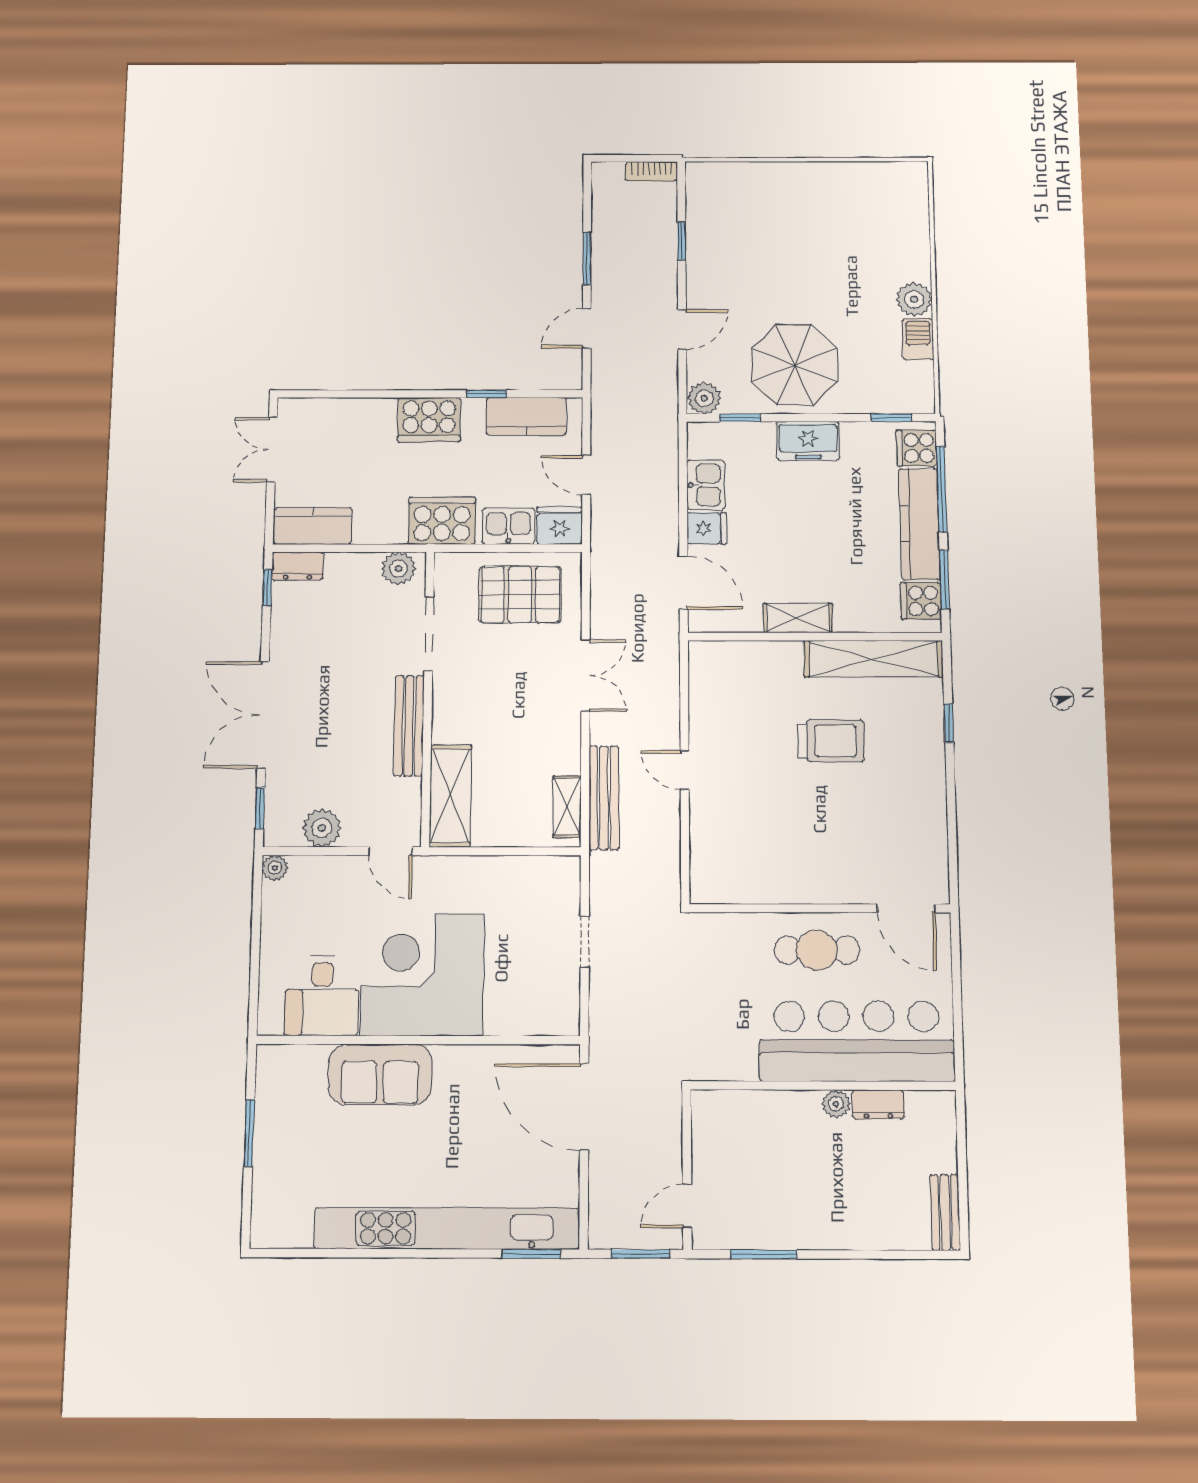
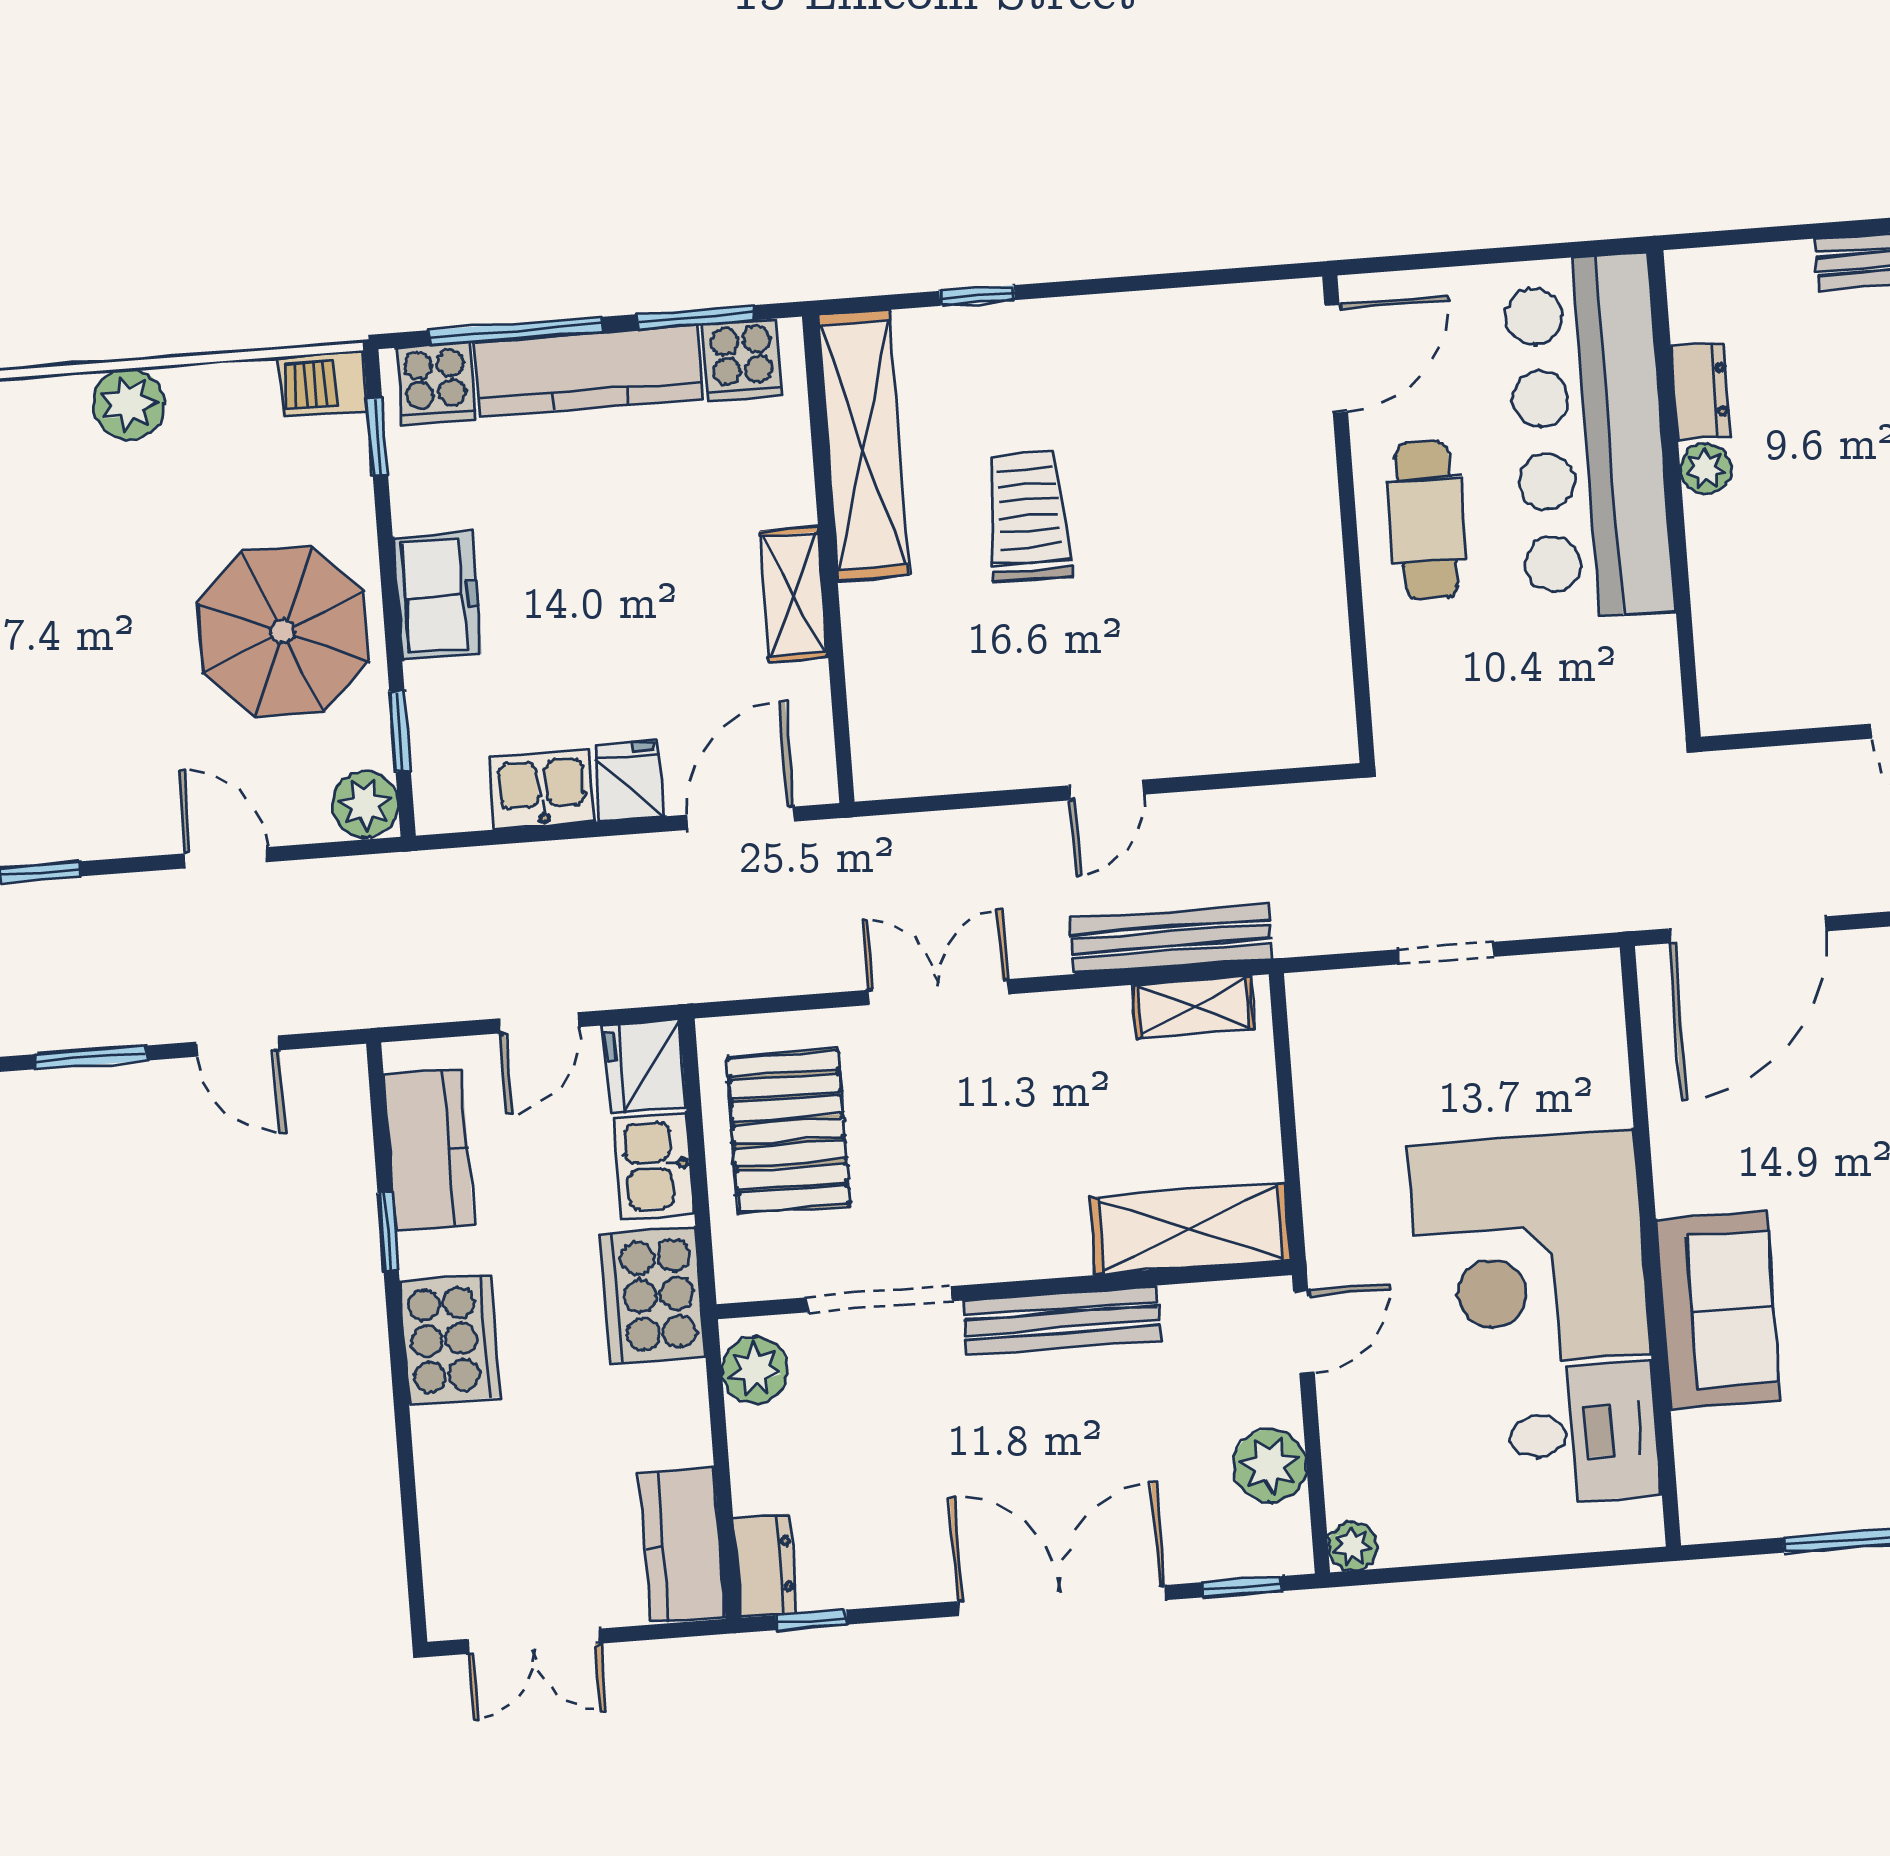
barbecue: (918, 339) -> (323, 384), moved
double door: (263, 715) -> (1062, 1601), swing flipped

